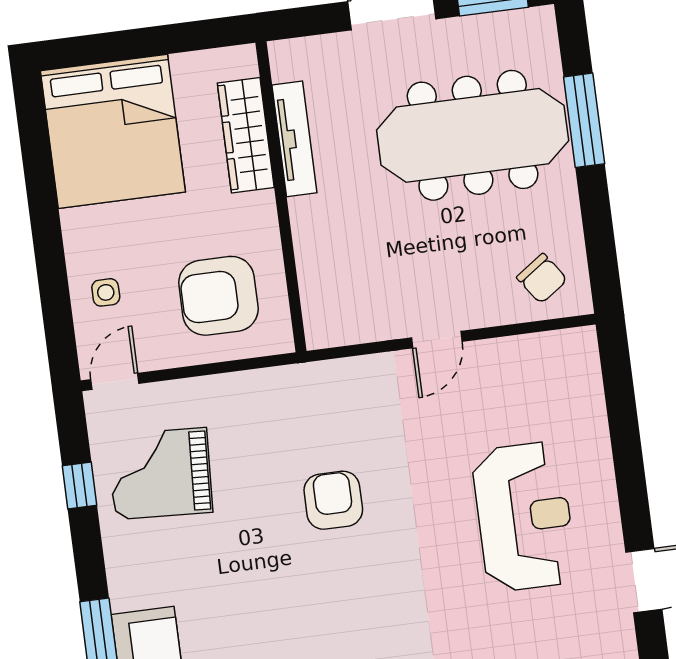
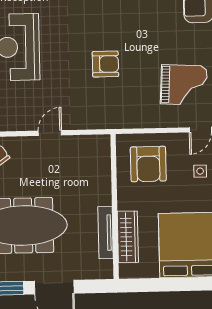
armchair: (218, 296) -> (148, 164), turned 90
armchair: (333, 500) -> (105, 64), turned -90

